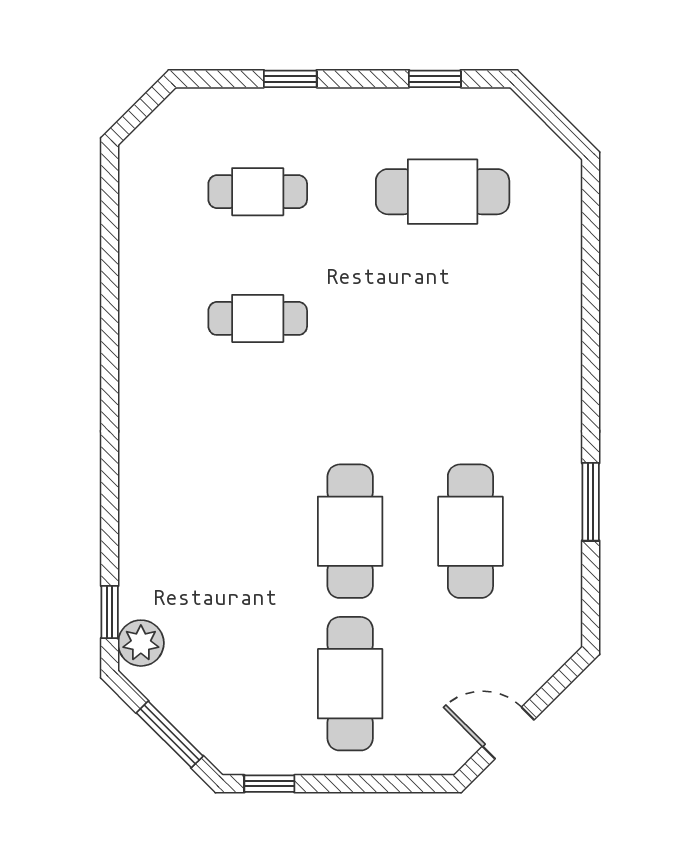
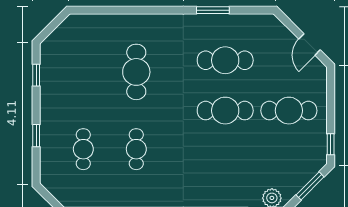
cafe table: (443, 192) -> (136, 72), moved

